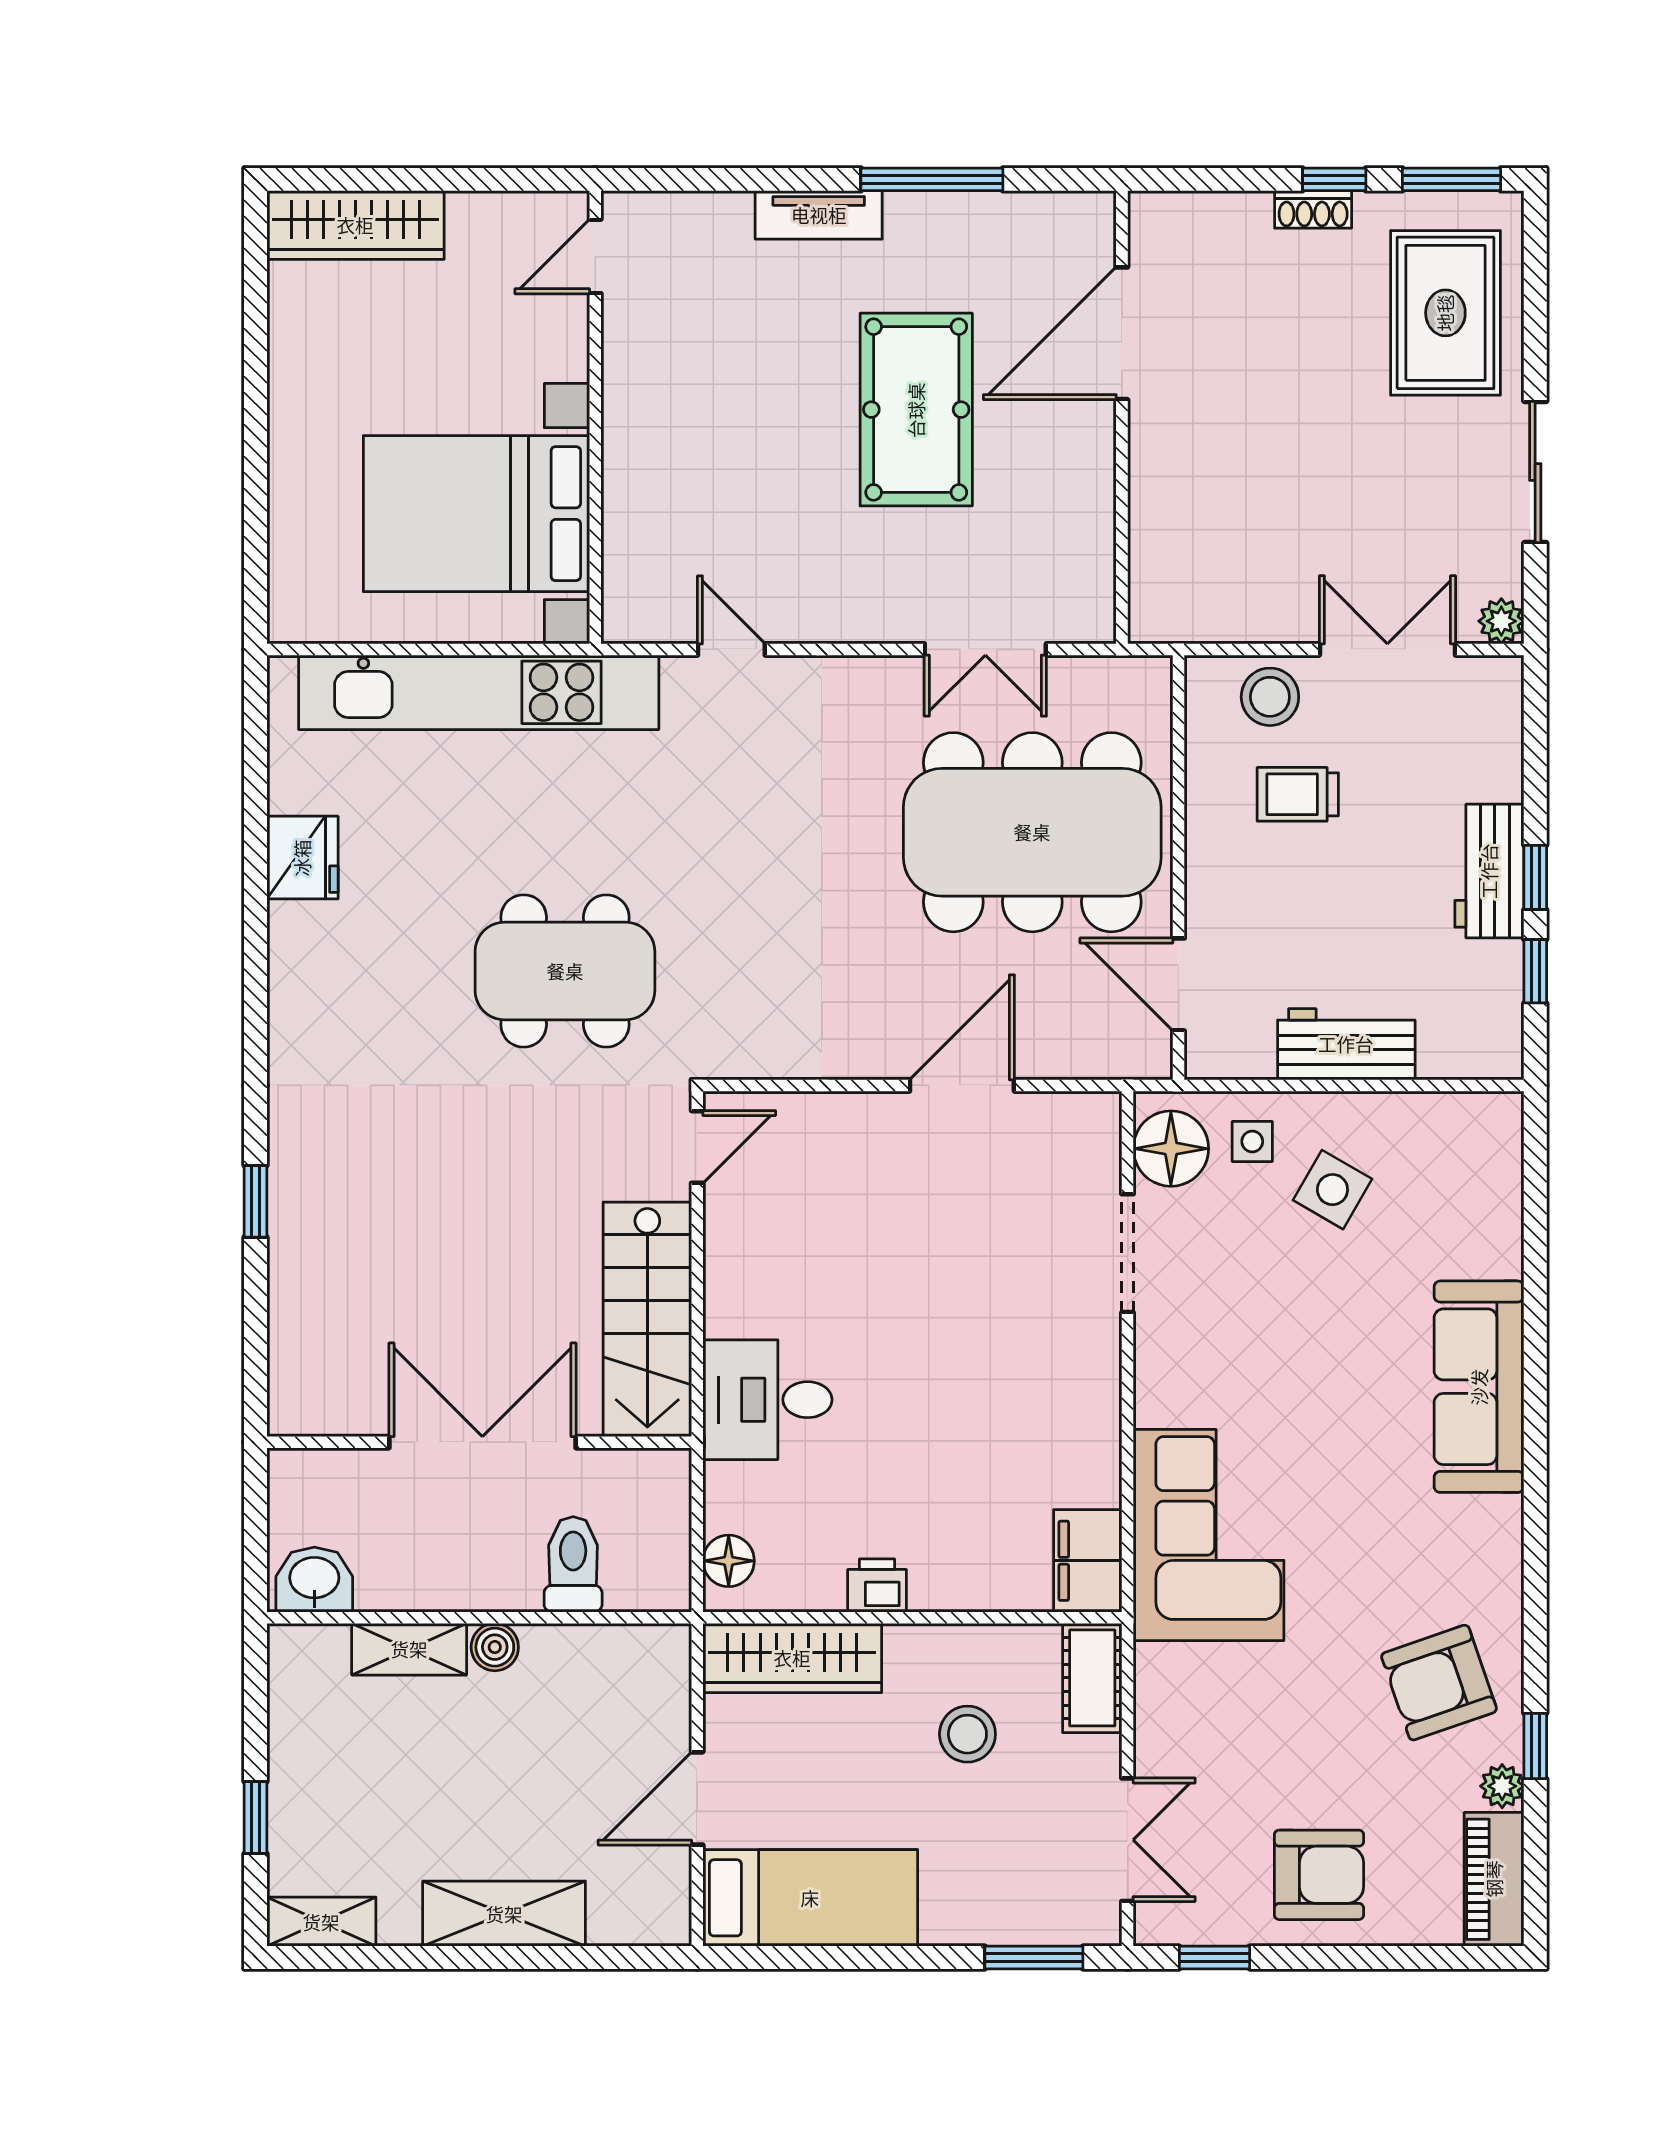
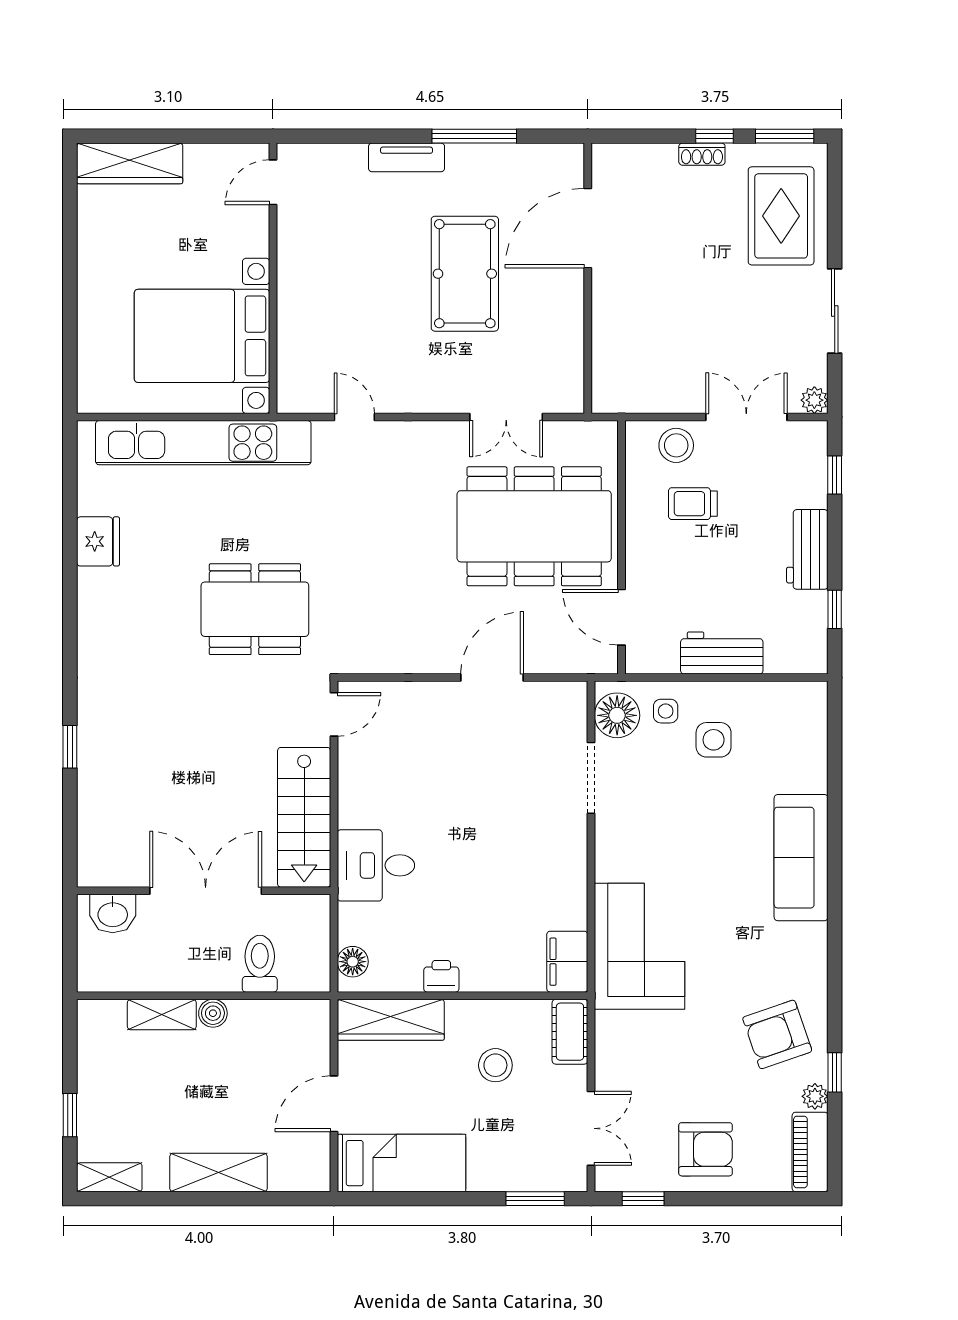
window: (1535, 877) -> (835, 475), moved
side table: (1332, 1190) -> (714, 740), turned -30
washbasin: (314, 1580) -> (113, 914), moved, turned 180

